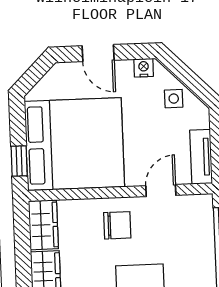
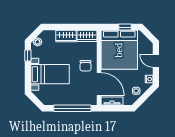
door: (98, 53) -> (156, 61), hinge flipped
window: (19, 161) -> (125, 27), moved
door: (161, 191) -> (99, 84), width x1.88

